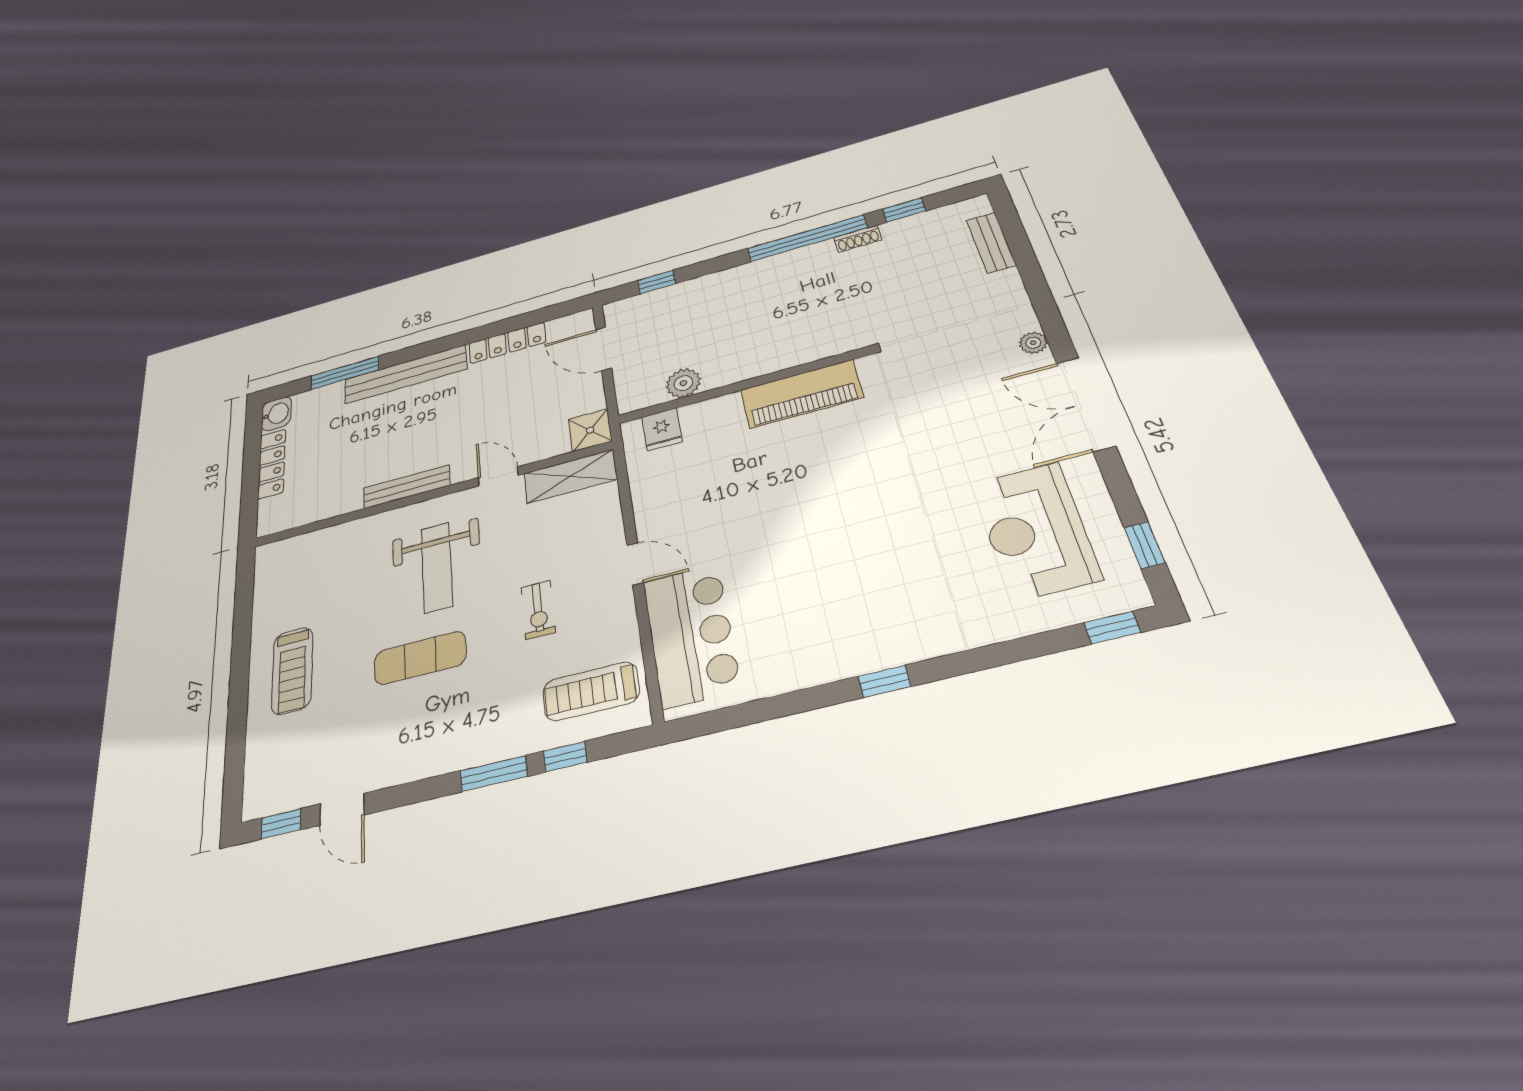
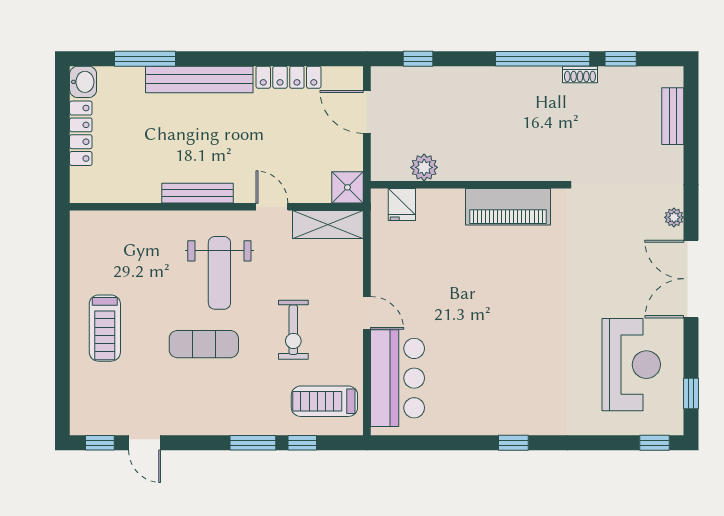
reception desk: (1035, 531) -> (631, 365), turned 180
exercise bike: (538, 610) -> (293, 330), width x1.38, depth x1.39

